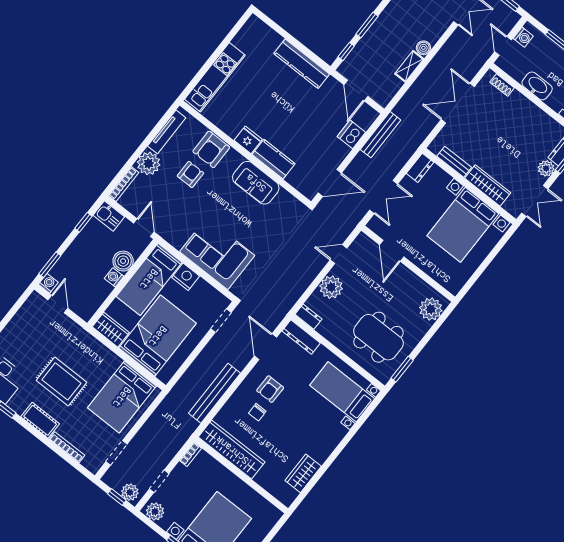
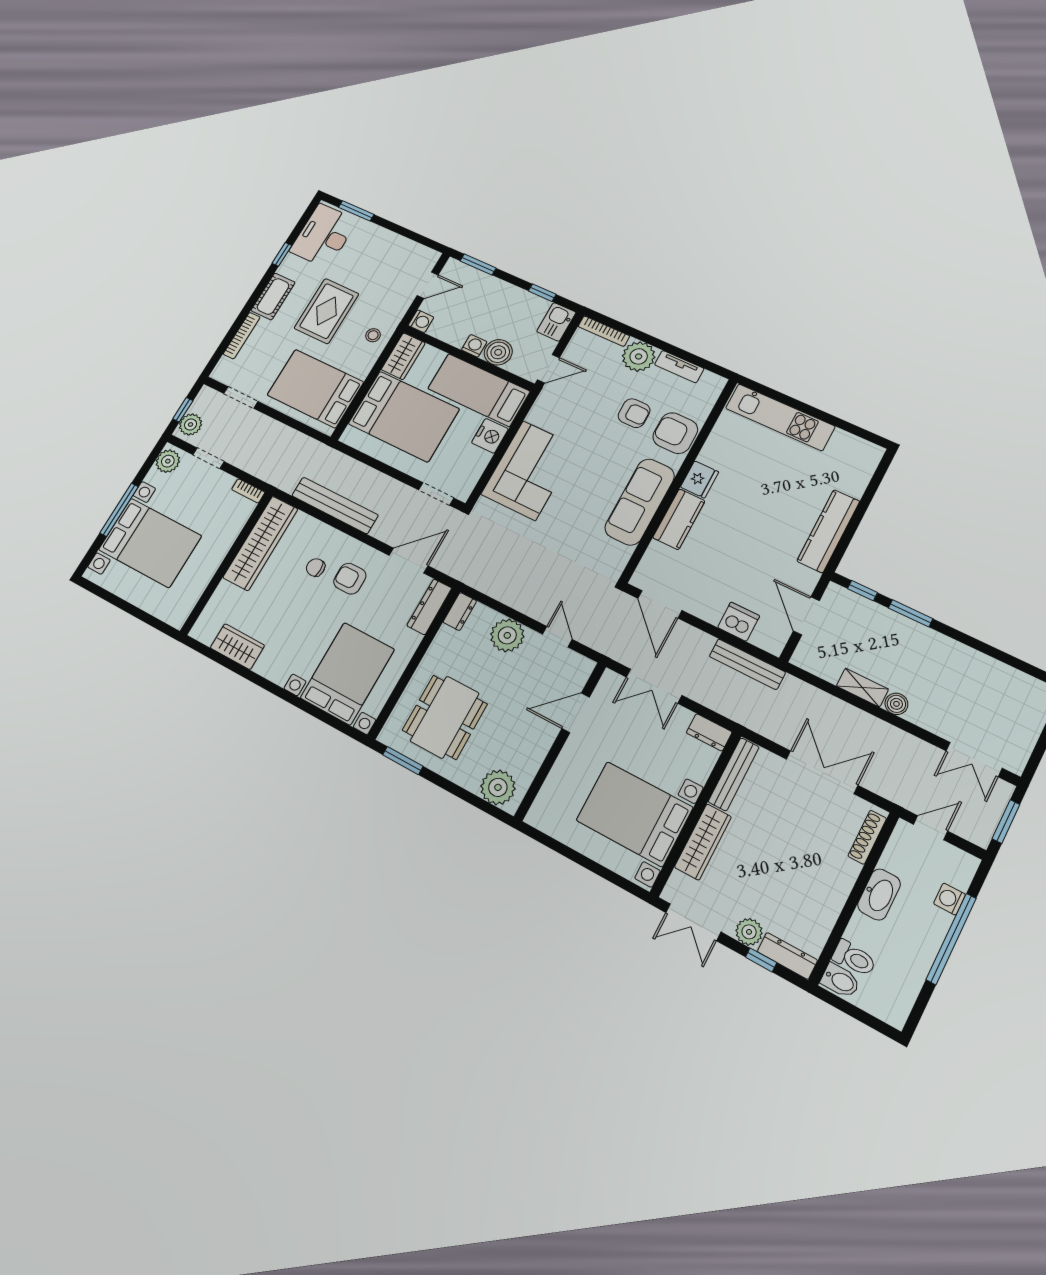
washing machine: (523, 37) -> (950, 899), moved, turned 90
shoe rack: (502, 85) -> (867, 837), width x1.43
door: (356, 90) -> (806, 616), hinge flipped
tv unit: (167, 132) -> (679, 367), width x0.71
bench: (454, 162) -> (734, 774), width x1.36
sofa: (256, 183) -> (640, 502), width x1.36
washing machine: (48, 283) -> (421, 321), moved
stool: (89, 349) -> (373, 335), added
bed with nightstands: (342, 392) -> (347, 674), width x1.36

